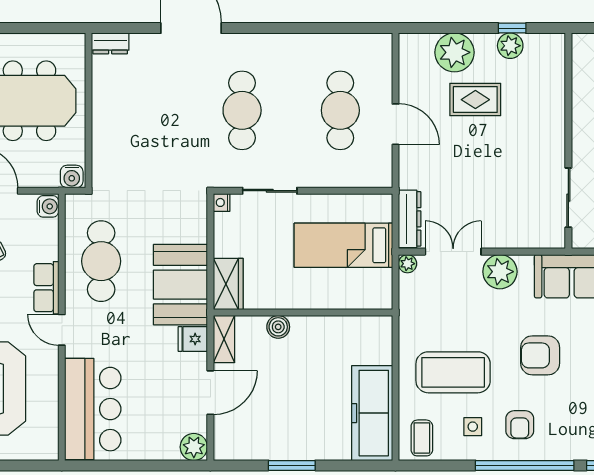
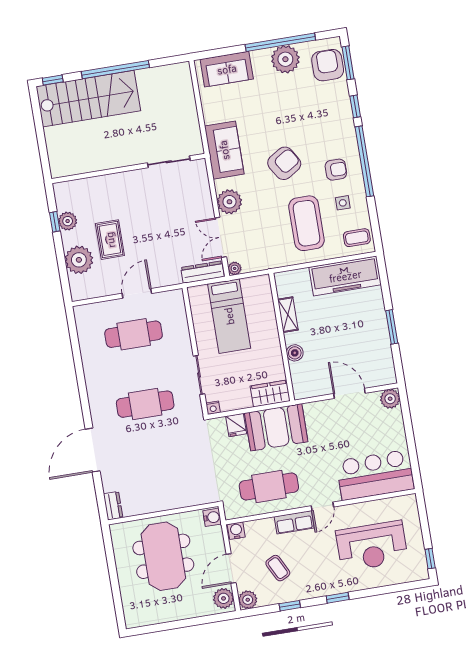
fridge: (193, 339) -> (236, 425), moved
shelving: (224, 339) -> (288, 315), moved, turned 90
armchair: (540, 355) -> (284, 163), turned -122

